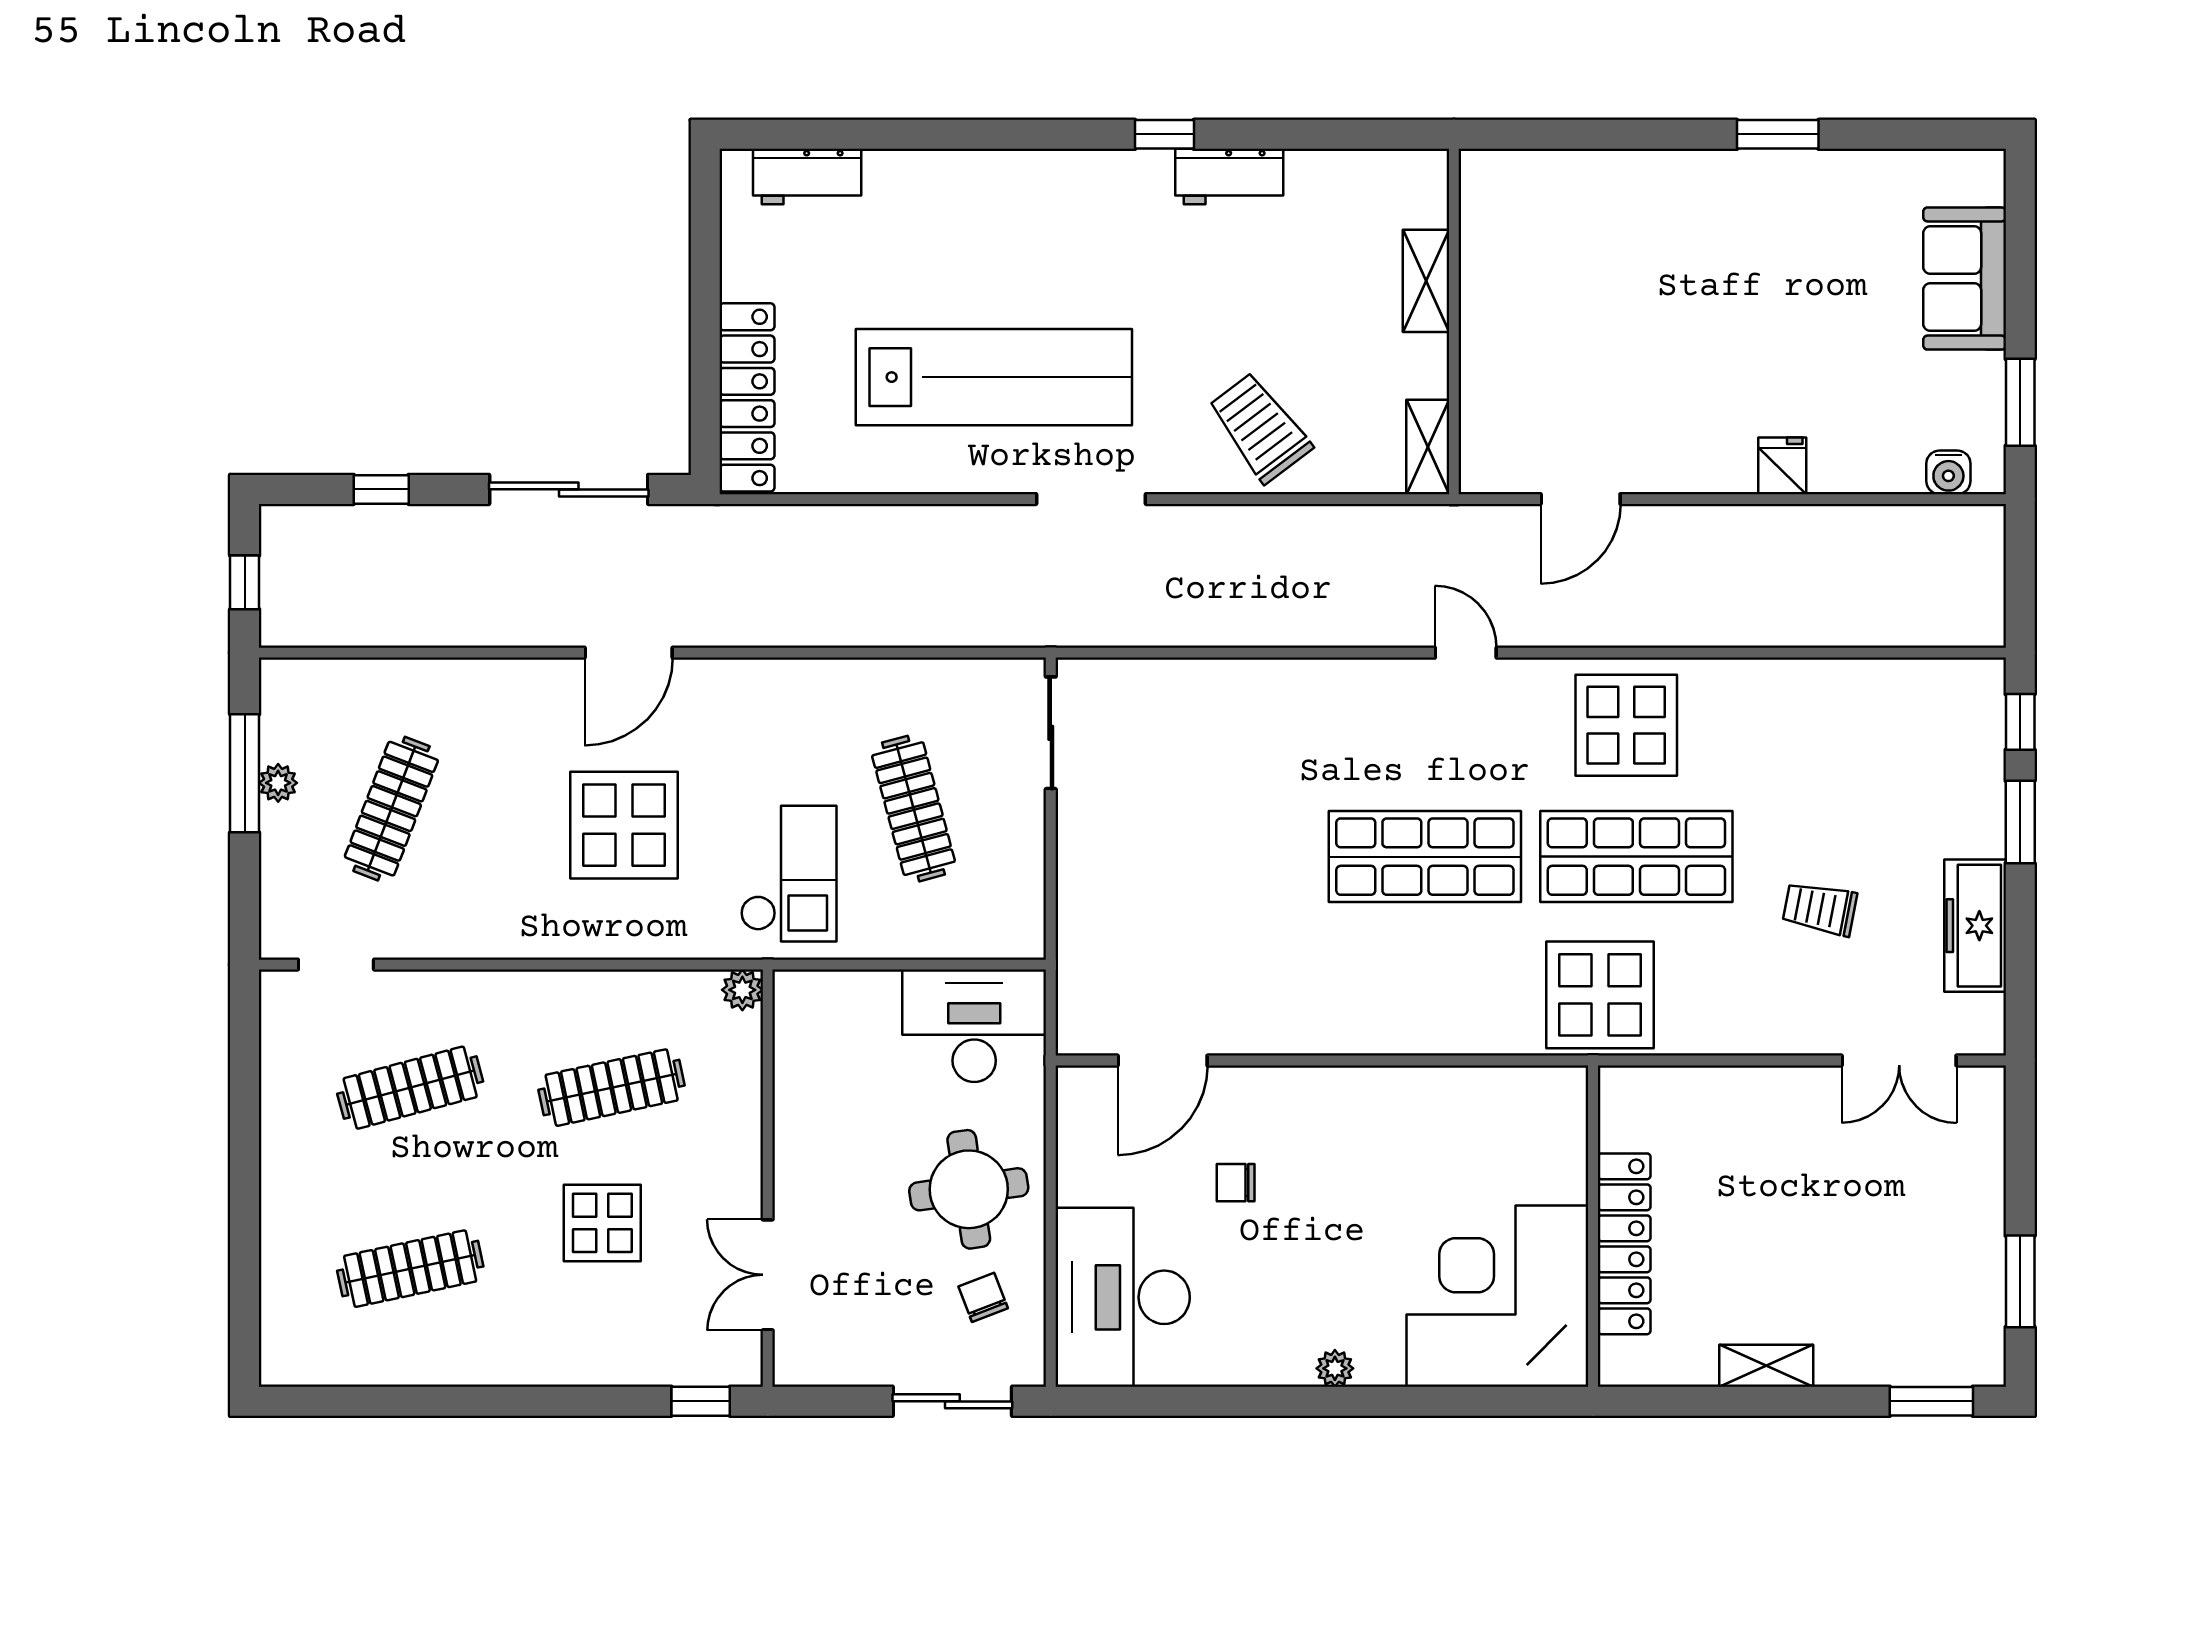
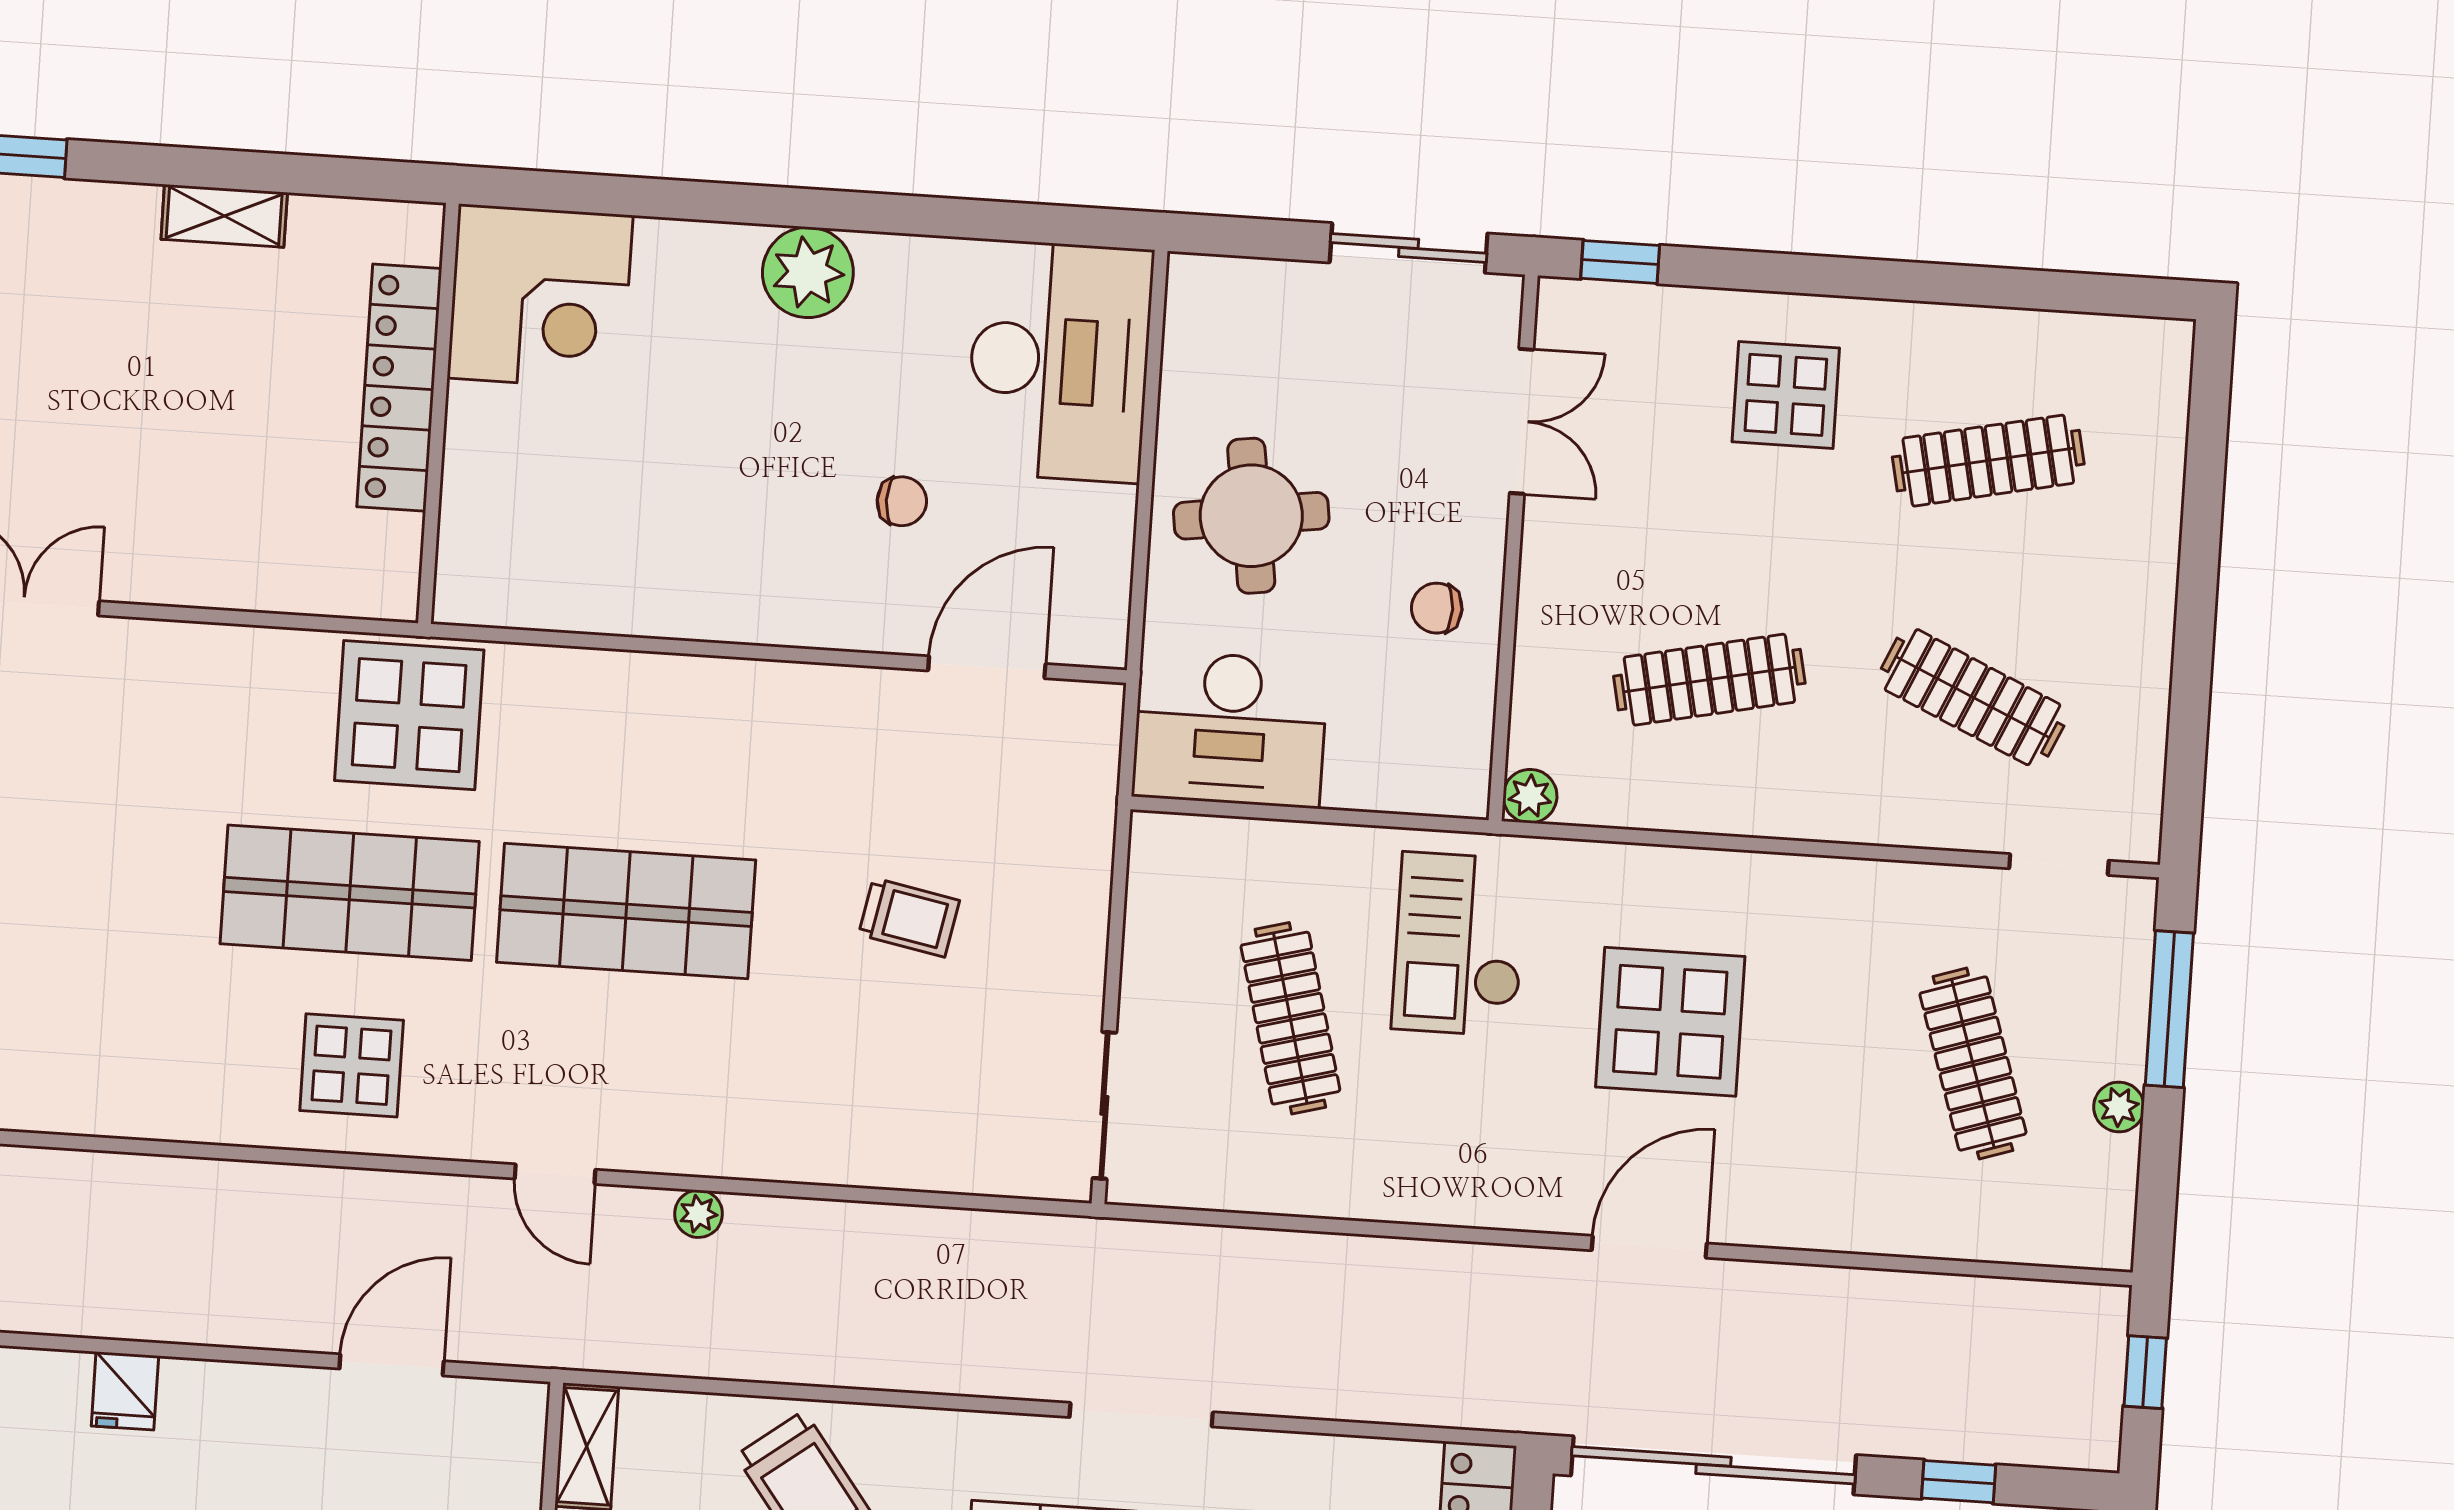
sliding door: (569, 489) -> (1713, 1465), width x1.36
doorway: (1091, 499) -> (1141, 1415), moved
plant: (1354, 630) -> (698, 1214), added
display table: (1626, 725) -> (352, 1065), width x0.73, depth x0.73
window: (245, 773) -> (2169, 1009), moved
clothes rail: (391, 809) -> (1973, 1064), turned -39
trolley: (1820, 909) -> (909, 918), moved
clothes rail: (410, 1088) -> (1973, 697), turned 39
display table: (602, 1223) -> (1786, 395), moved
corner desk: (1497, 1296) -> (540, 297), width x0.74, depth x0.74
chair: (983, 1297) -> (1437, 608), moved, turned 111
plant: (1335, 1368) -> (808, 272), width x1.88, depth x1.88
sliding door: (952, 1401) -> (1409, 248), moved

